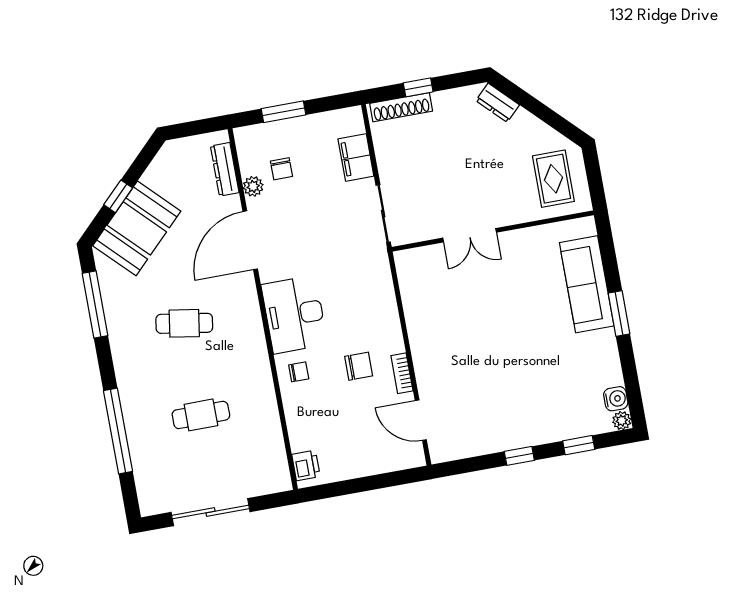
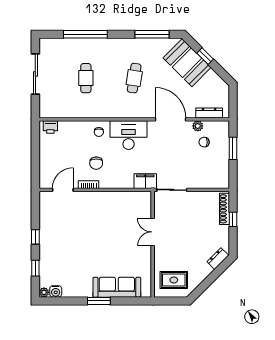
filing cabinet: (356, 158) -> (145, 181), moved

